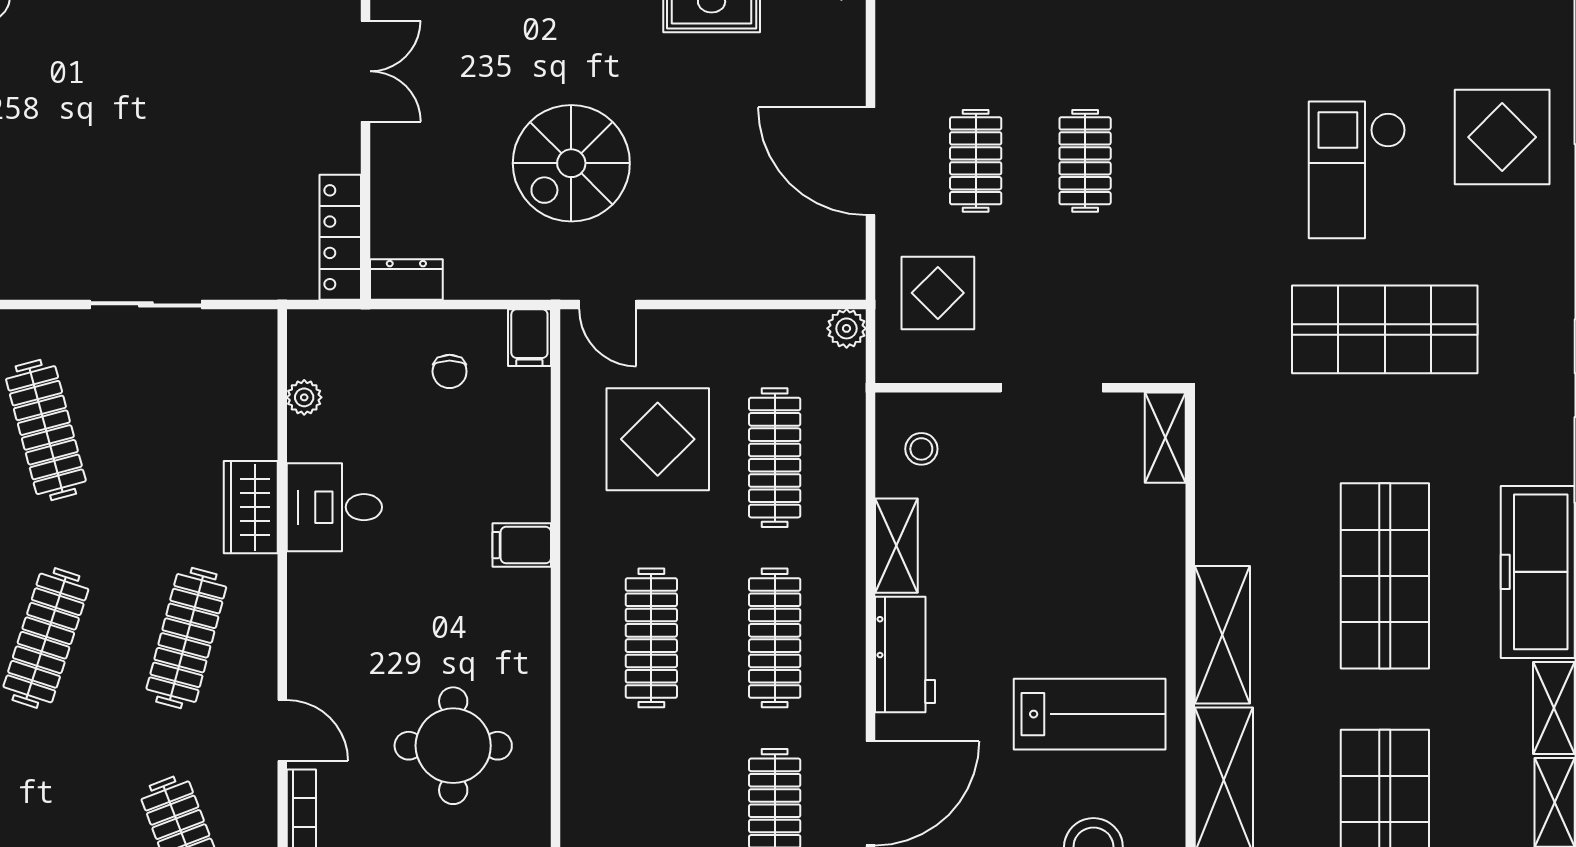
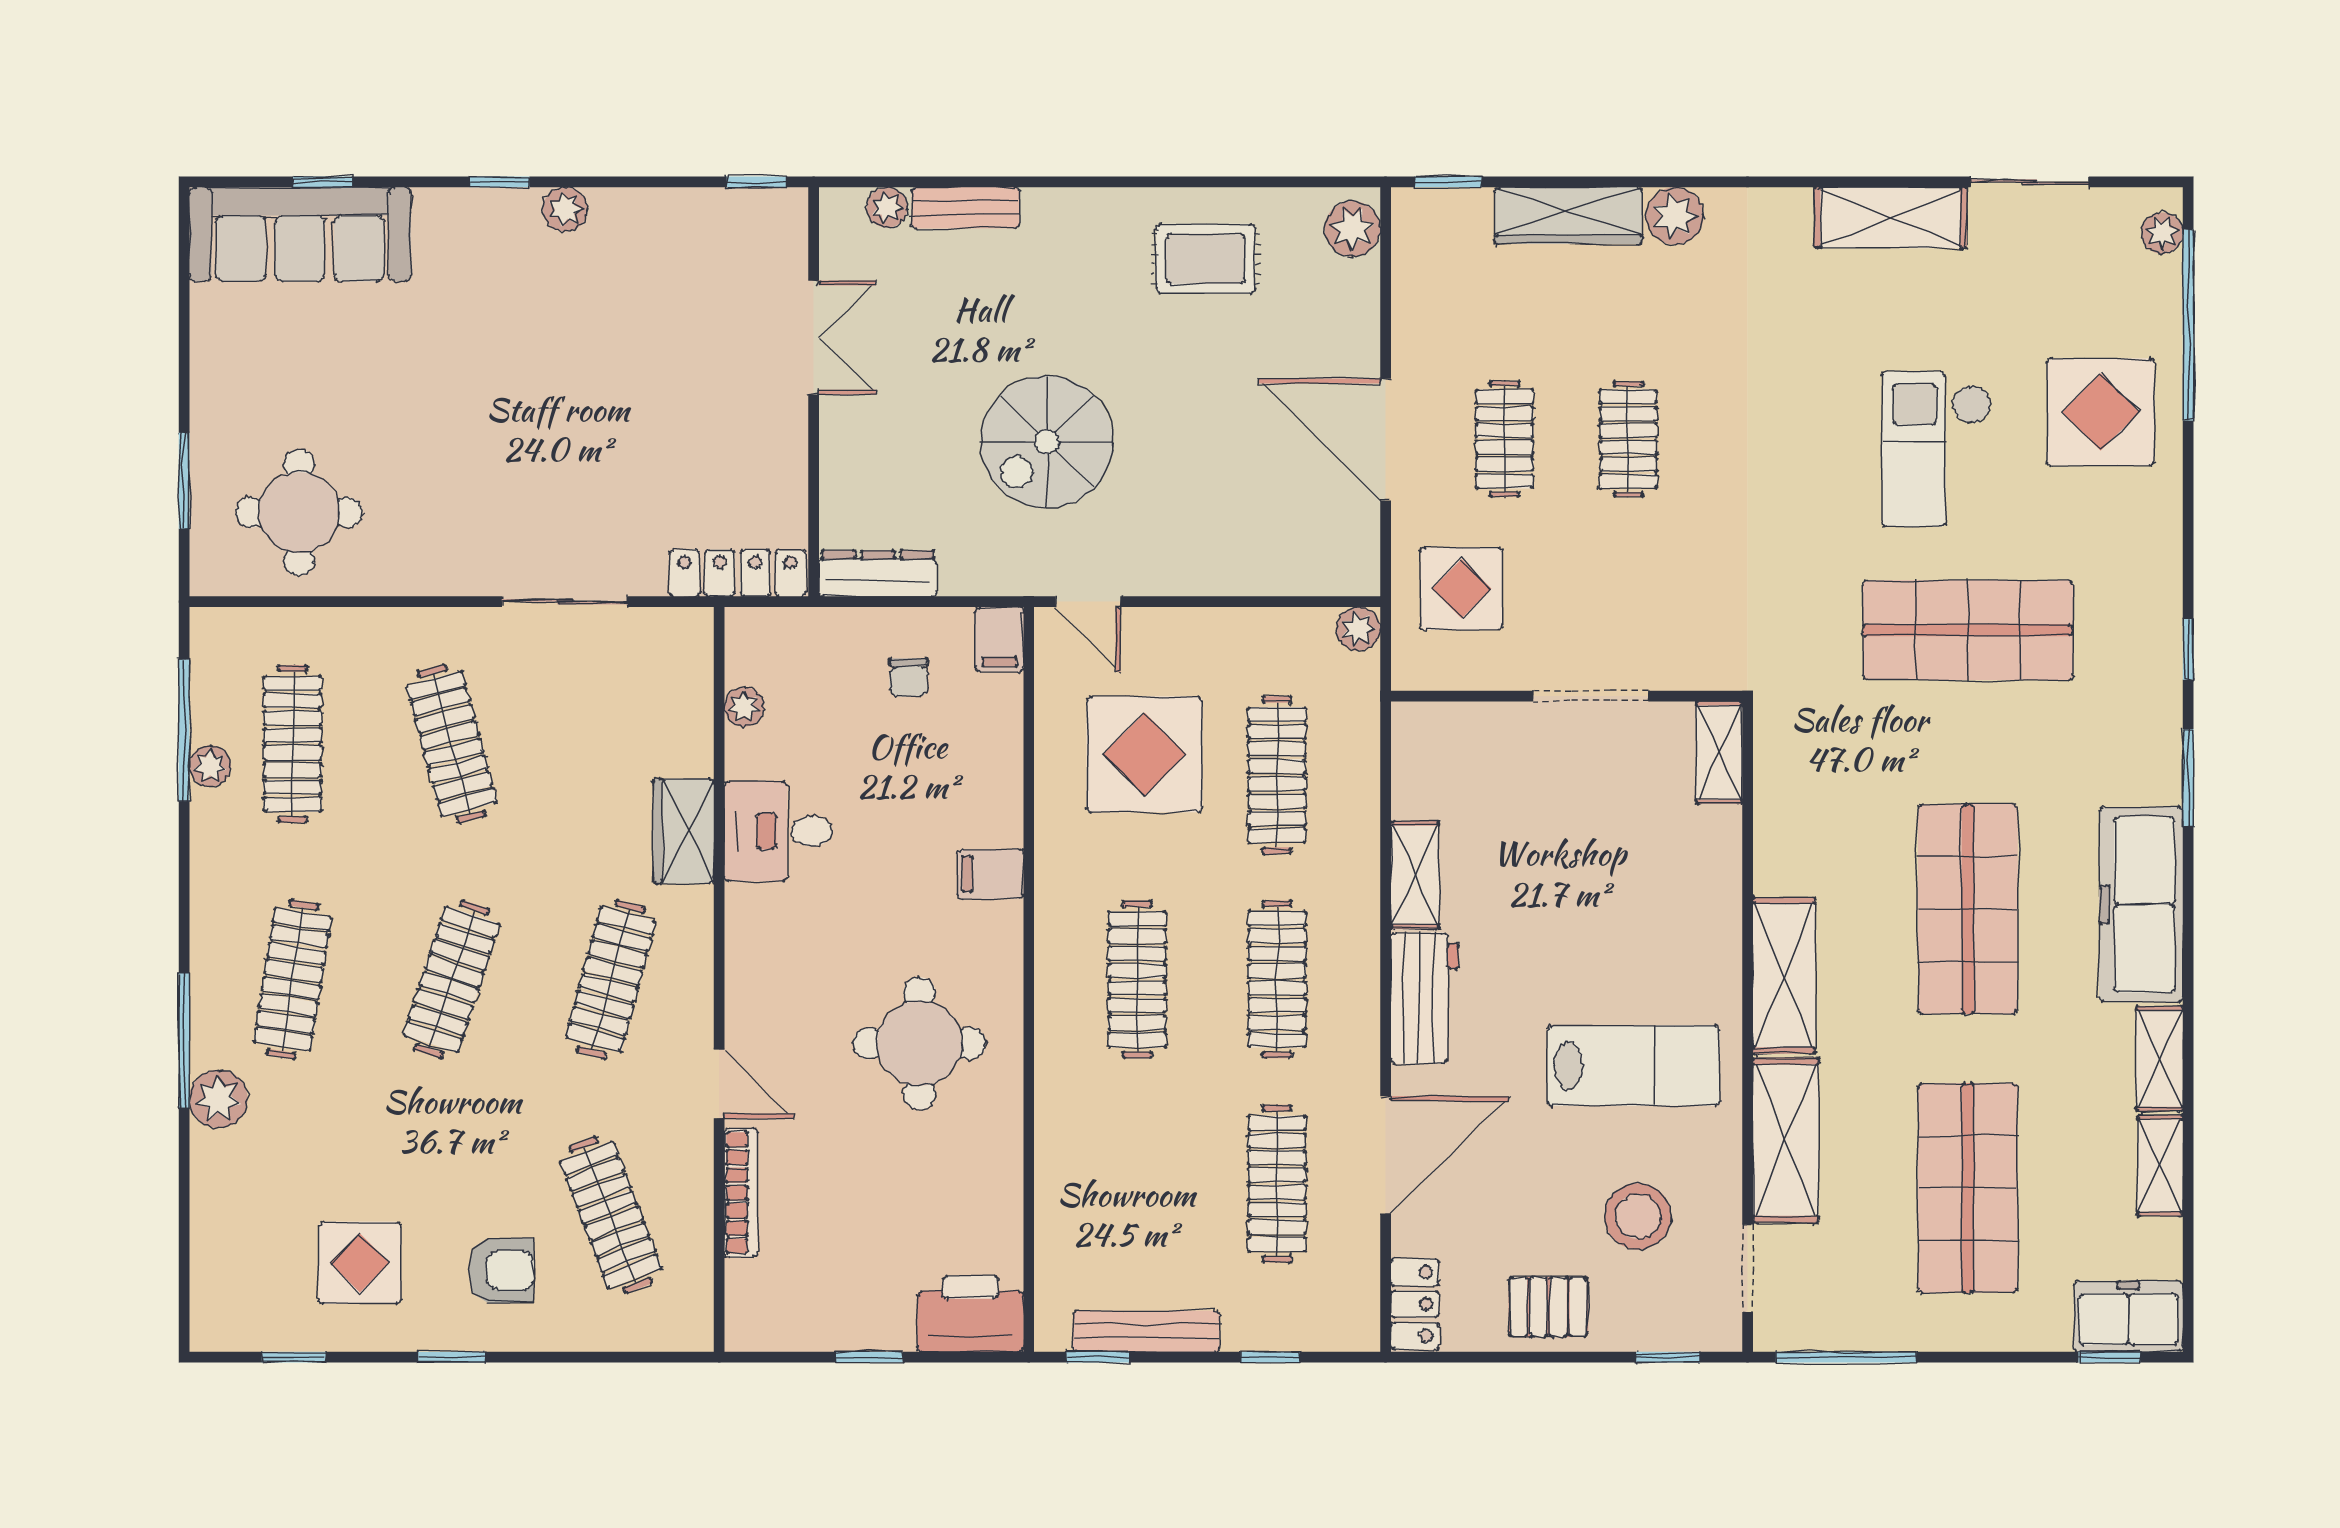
locker: (340, 237) -> (738, 573), moved, turned 90
dresser: (406, 279) -> (878, 573), width x1.44
stool: (921, 449) -> (1443, 765), removed
round table: (453, 746) -> (920, 1043), moved

